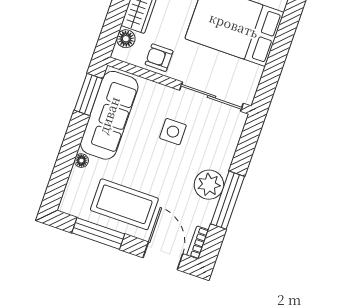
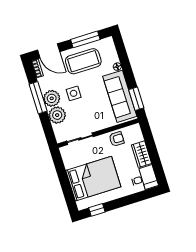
floor lamp: (126, 39) -> (138, 136), removed
sliding door: (211, 97) -> (80, 139), width x0.73
side table: (173, 132) -> (74, 93), moved
plant: (219, 155) -> (57, 115), added

